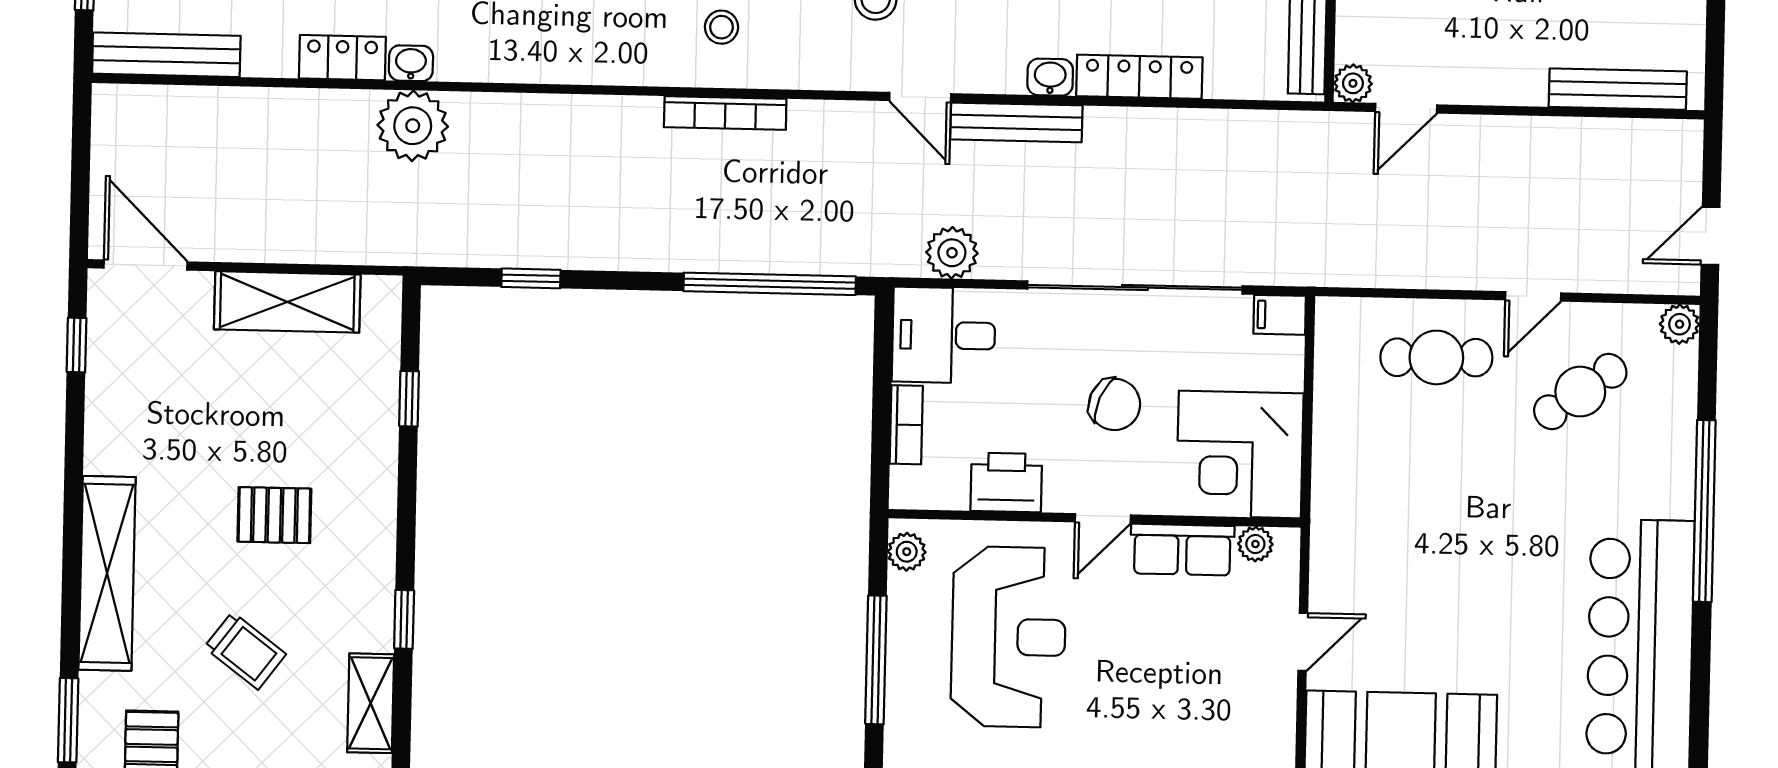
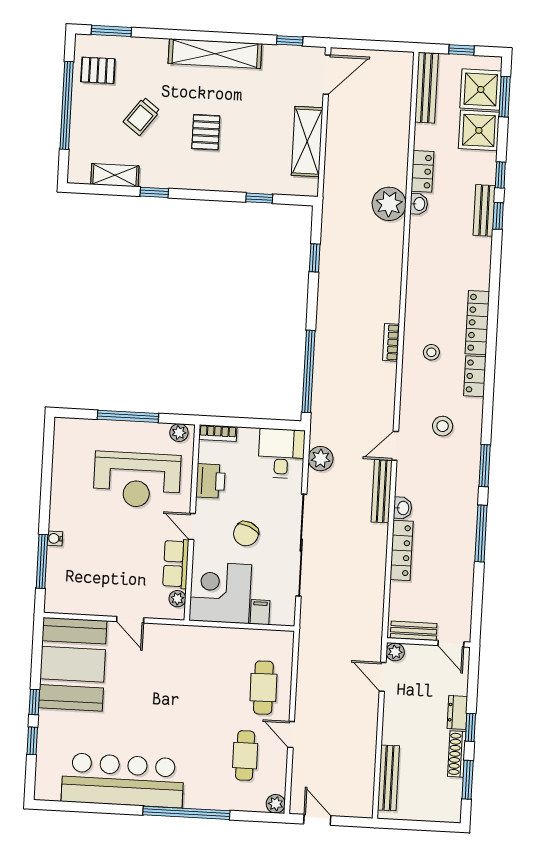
bookcase: (725, 113) -> (391, 342), width x0.64
filing cabinet: (1280, 315) -> (260, 612), moved
cafe table: (1580, 392) -> (245, 756), turned 36
bookcase: (906, 425) -> (218, 433), moved
shelving: (107, 573) -> (215, 54), moved

